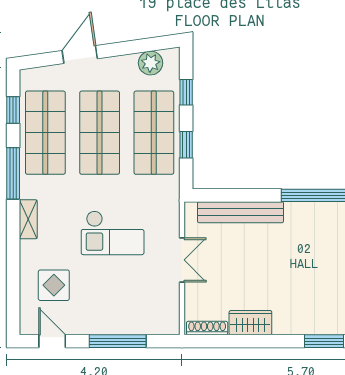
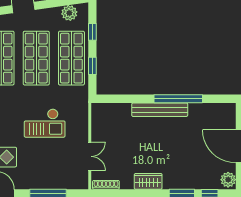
bench: (241, 212) -> (160, 110), moved
double door: (182, 260) -> (90, 156), moved
wardrobe: (250, 323) -> (148, 181), moved

